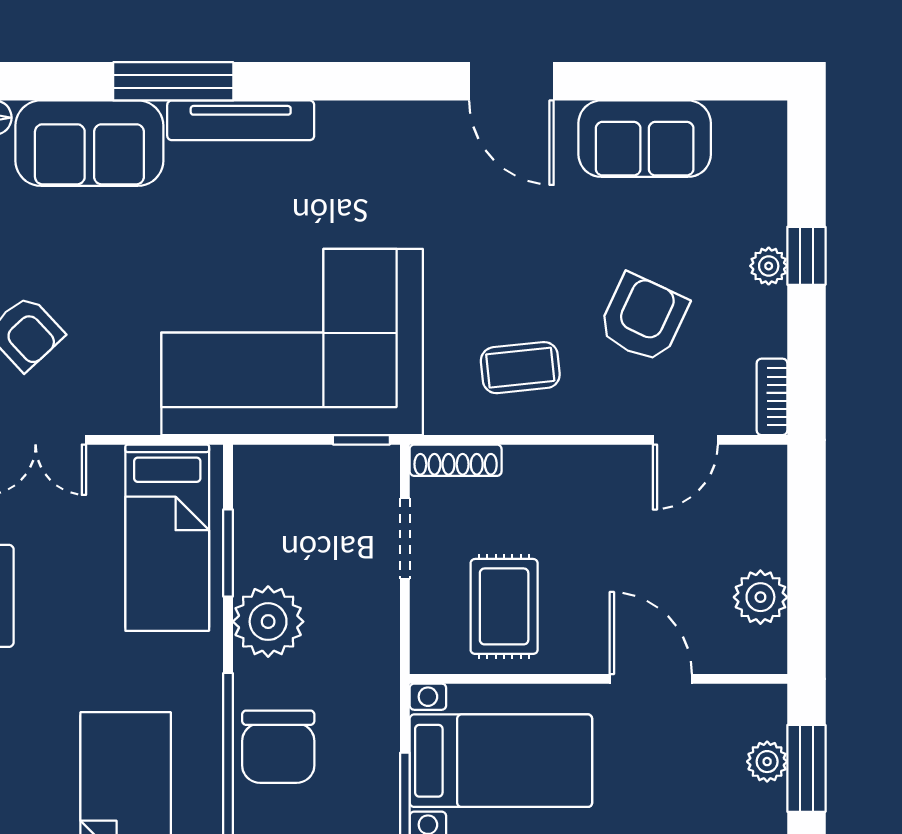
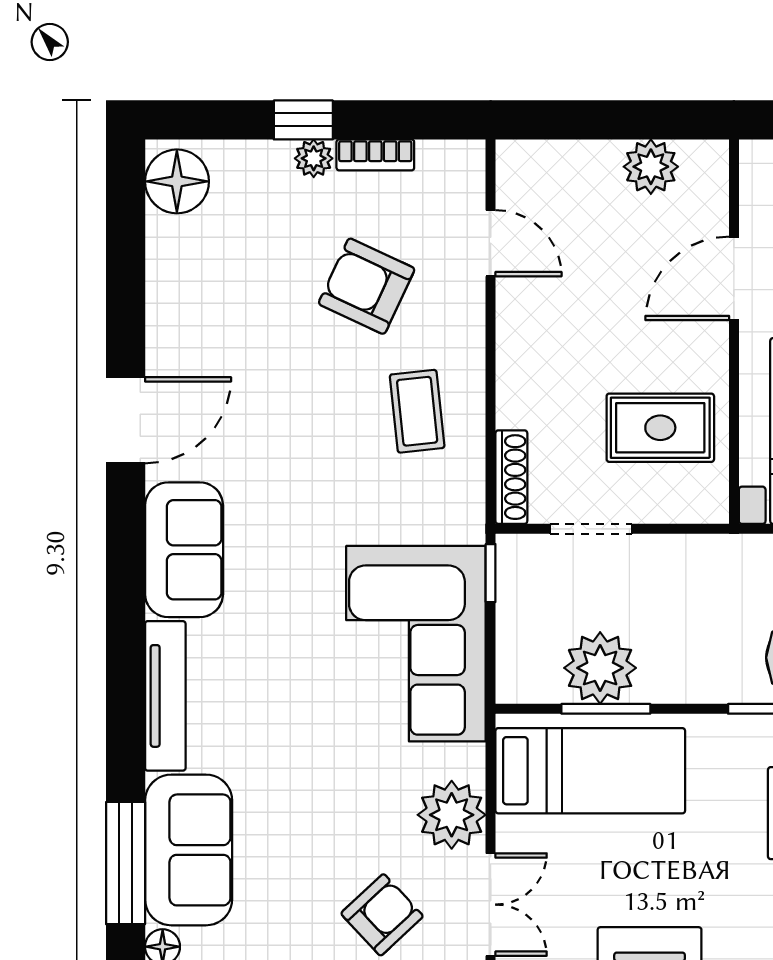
window: (173, 81) -> (126, 863), moved
floor lamp: (746, 132) -> (177, 181), added
sofa: (645, 139) -> (184, 550), moved
corner sofa: (292, 342) -> (416, 644), width x0.73, depth x0.74
bookcase: (772, 397) -> (375, 155), moved
plant: (124, 402) -> (452, 815), added
plant: (268, 622) -> (600, 668), moved

